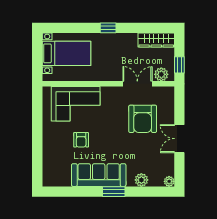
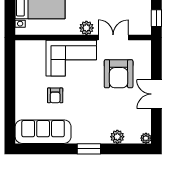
plant: (161, 74) -> (86, 28), moved
corner sofa: (76, 104) -> (71, 58), moved
sofa: (99, 175) -> (43, 132), moved

